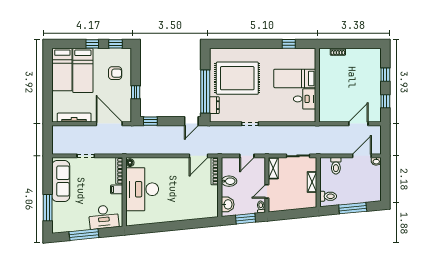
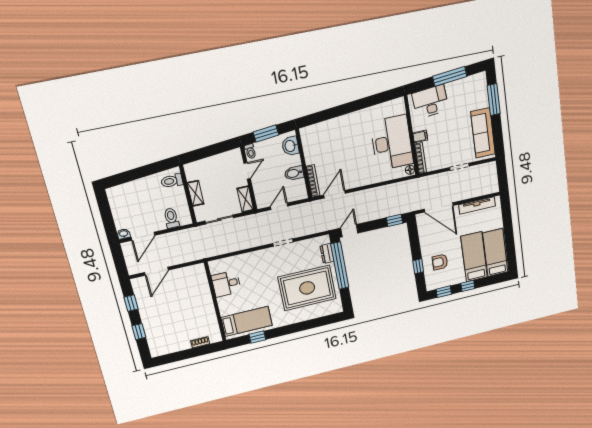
bed: (295, 78) -> (247, 321), moved
window: (136, 92) -> (418, 266), moved
window: (353, 208) -> (138, 173), removed

